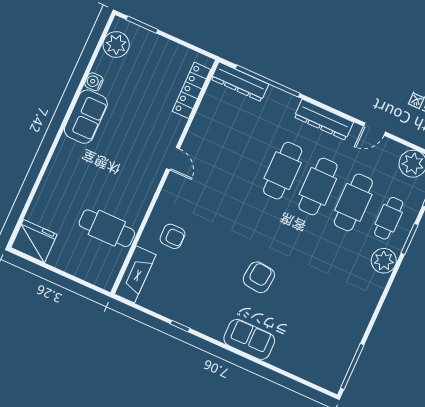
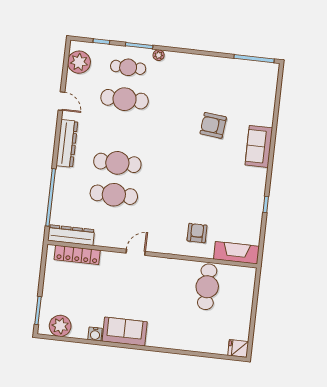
dresser: (240, 82) -> (71, 235), moved, turned -90
cafe table: (318, 186) -> (114, 195), moved
fridge: (34, 241) -> (238, 348), width x0.53, depth x0.75
plant: (384, 261) -> (159, 55), width x0.53, depth x0.53
armchair: (259, 277) -> (213, 125), moved

